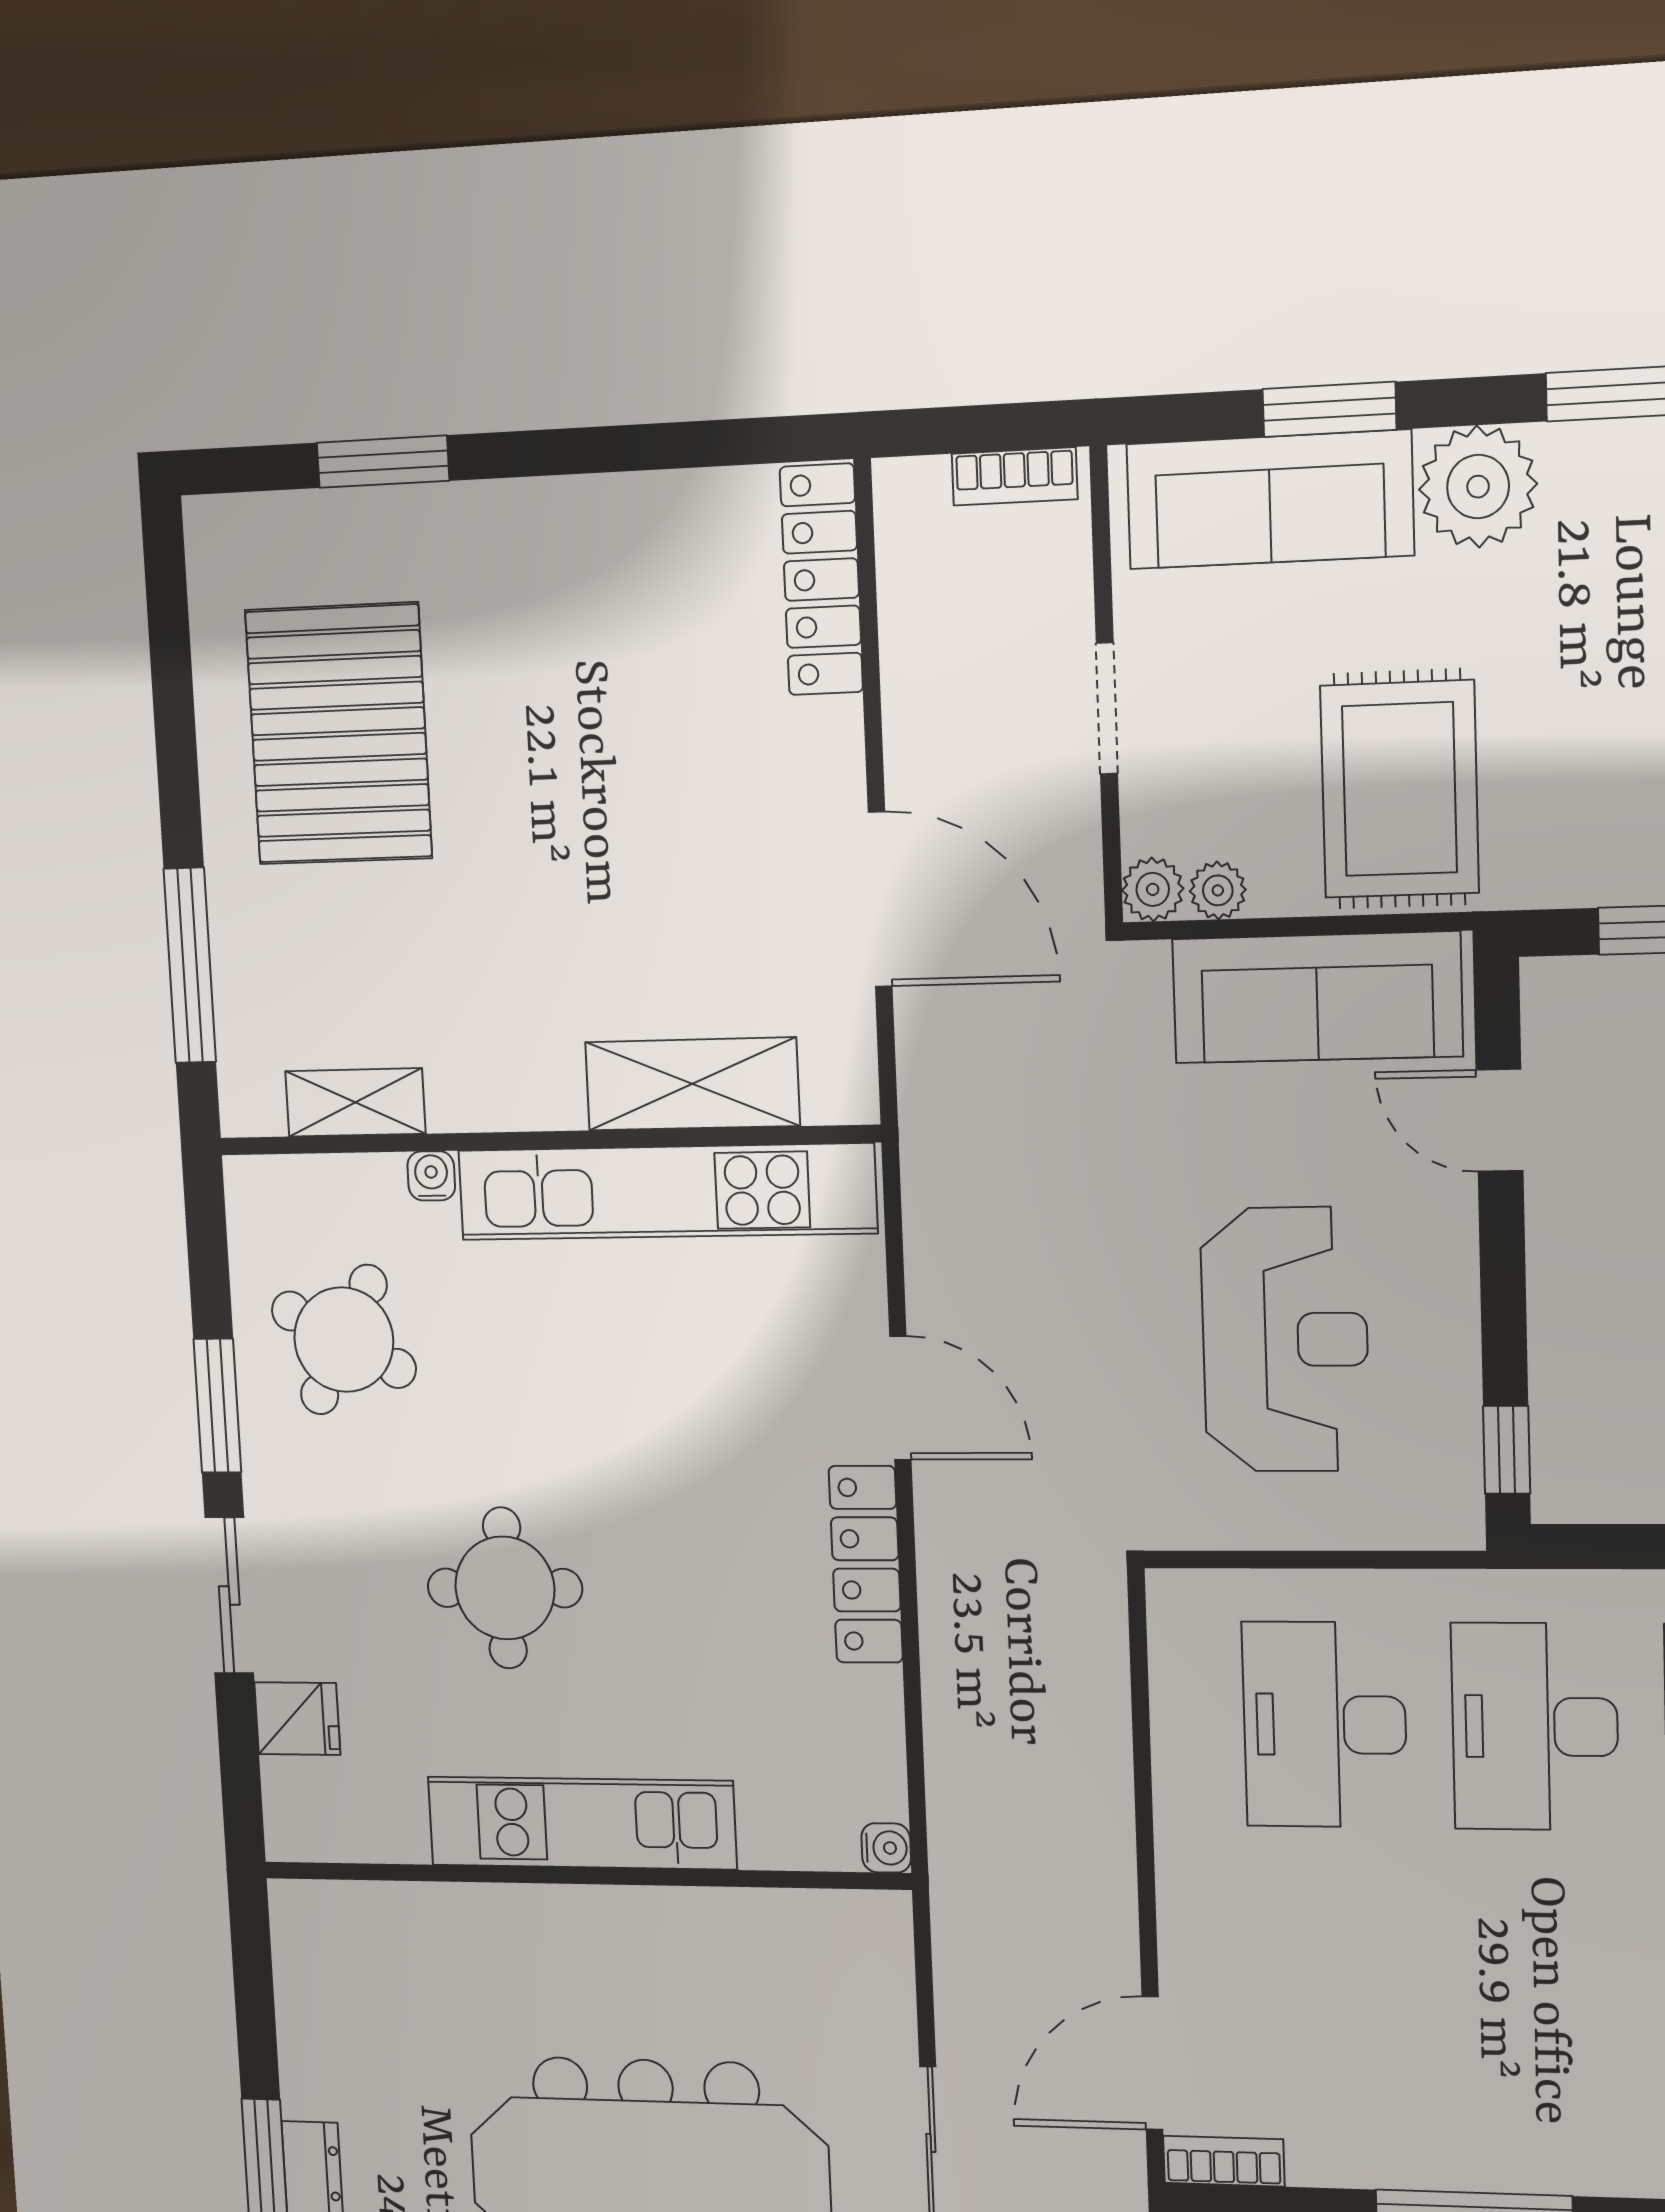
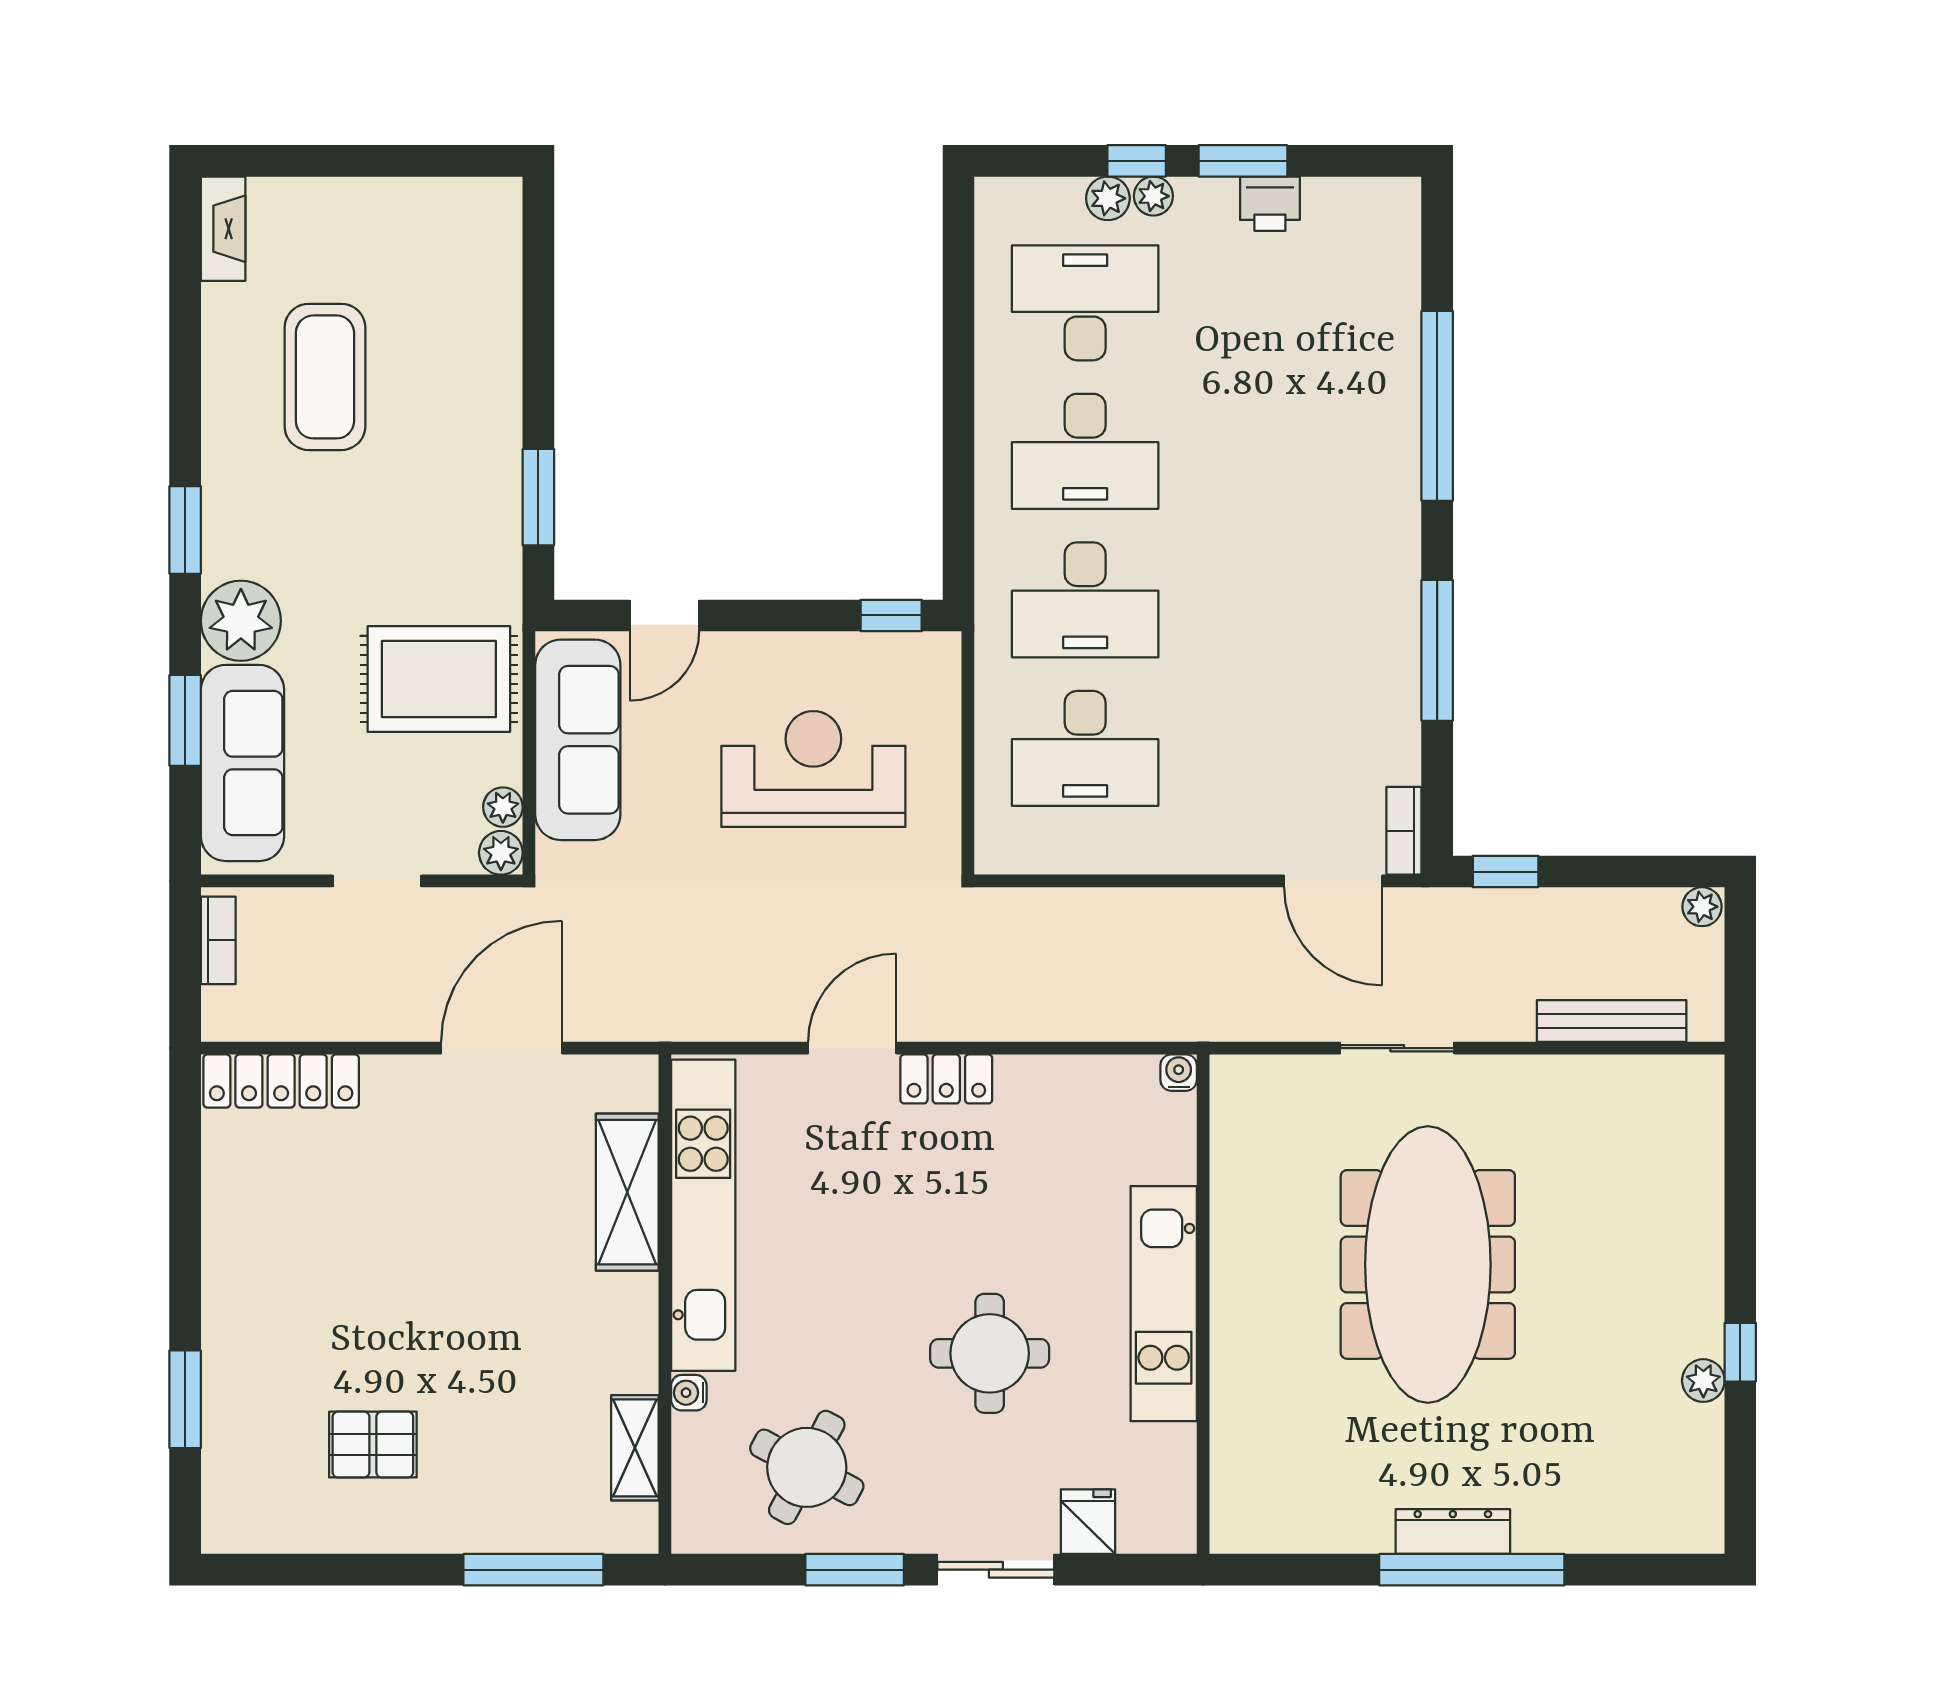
pallet: (339, 734) -> (373, 1445), width x0.49, depth x0.50
locker: (866, 1564) -> (946, 1079), width x0.66

